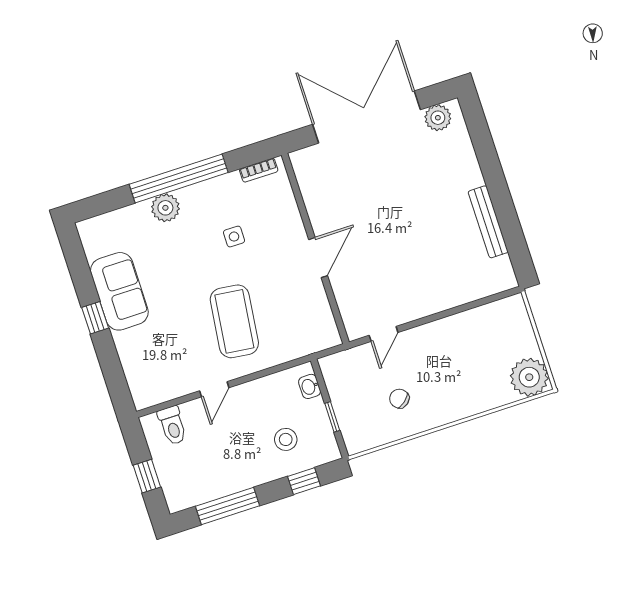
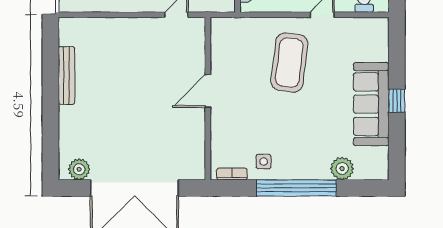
plant: (165, 208) -> (342, 168), moved
side table: (234, 237) -> (264, 161), moved
sofa: (119, 291) -> (371, 104), width x1.36

